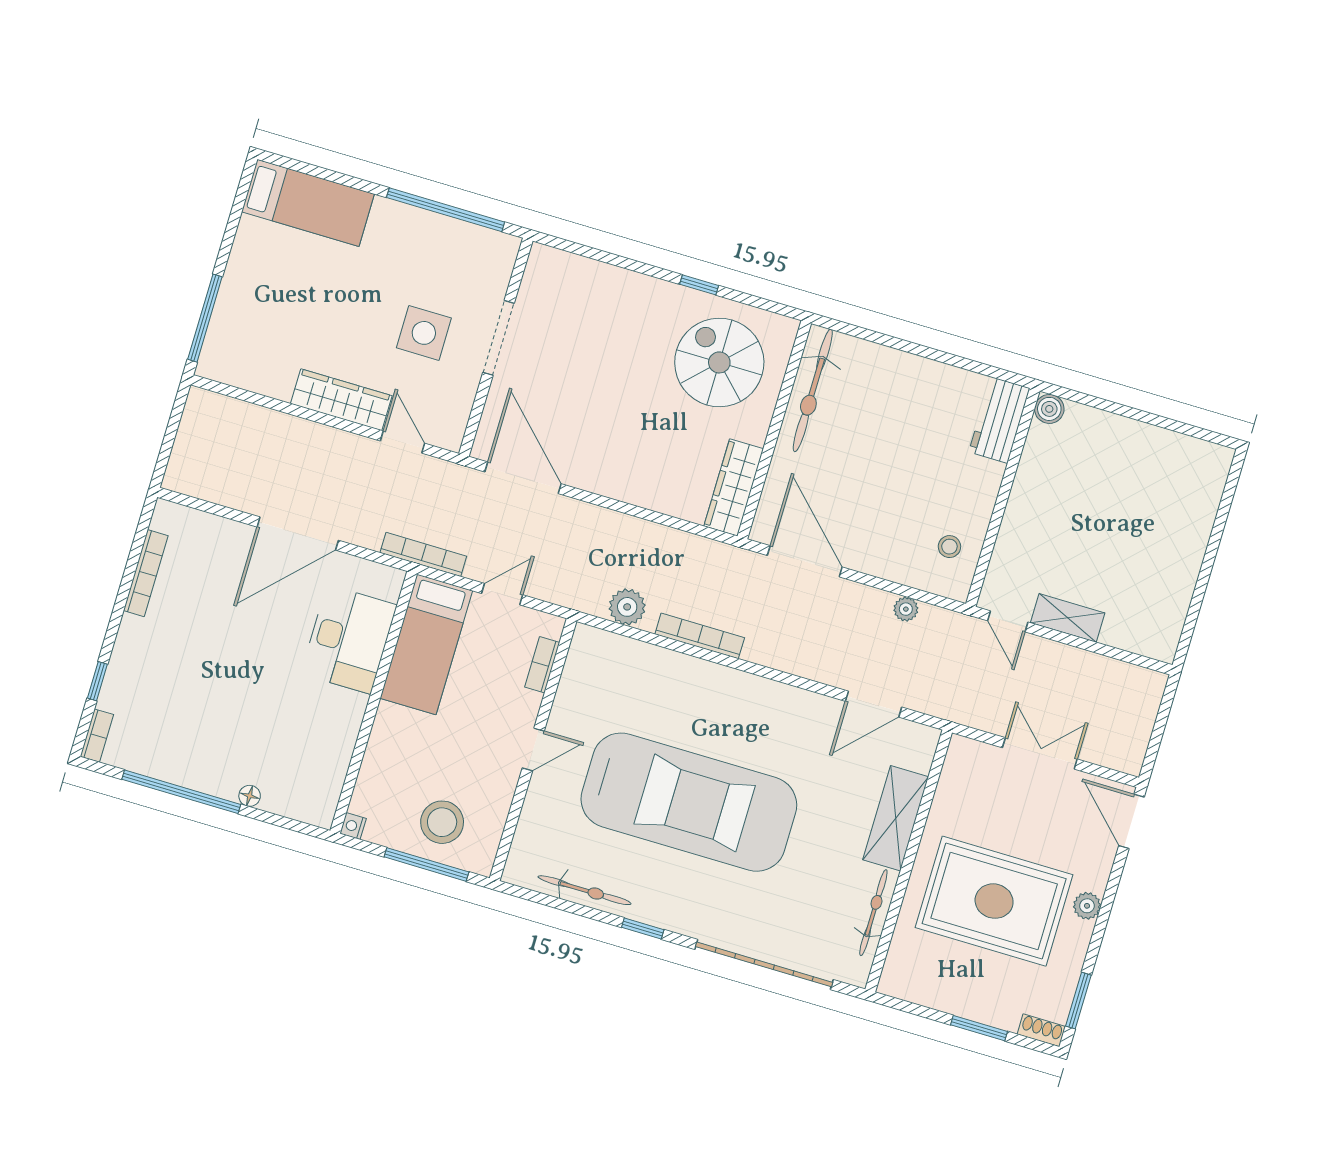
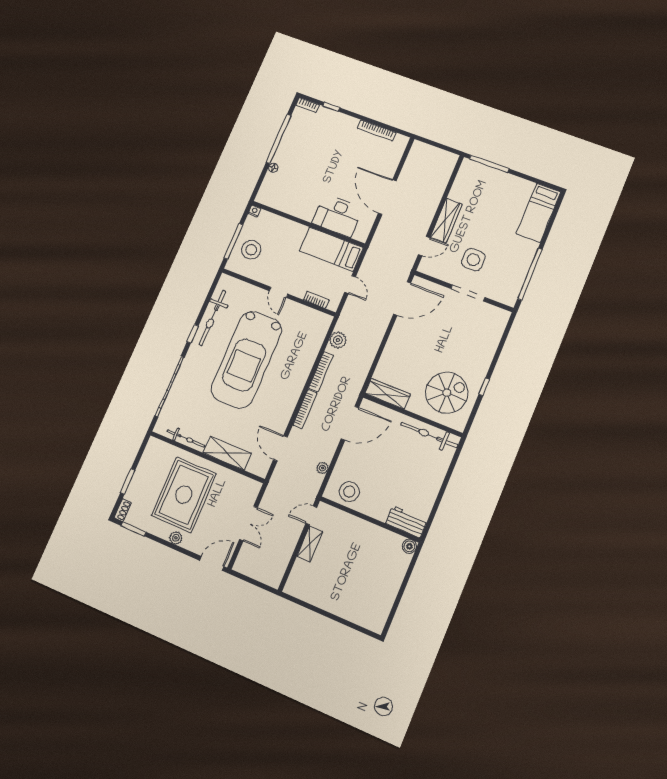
stool: (949, 547) -> (349, 492), width x1.89, depth x1.89
bookcase: (423, 554) -> (305, 409), moved
bicycle: (585, 890) -> (212, 318), width x1.37, depth x1.40

